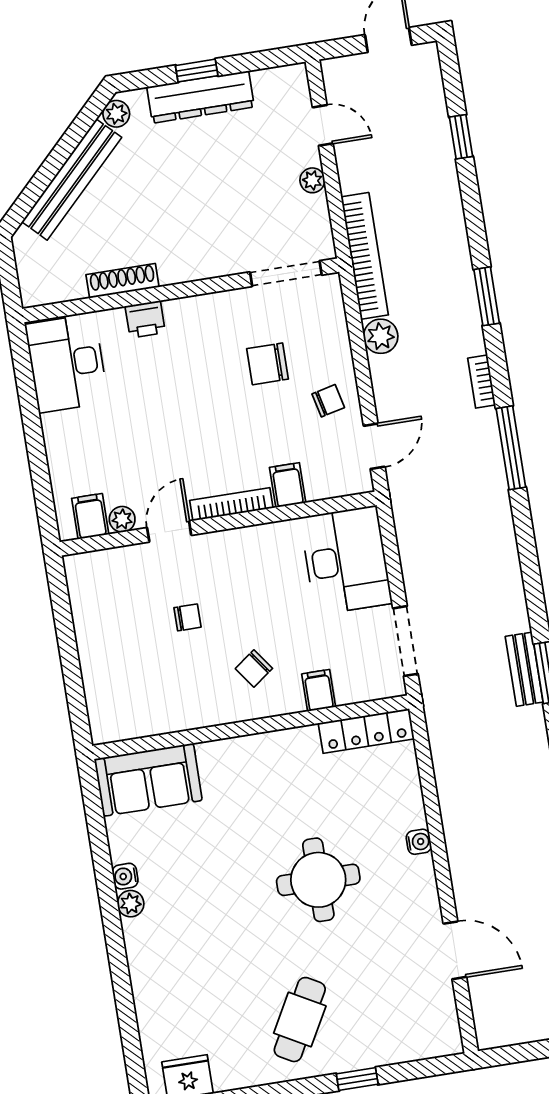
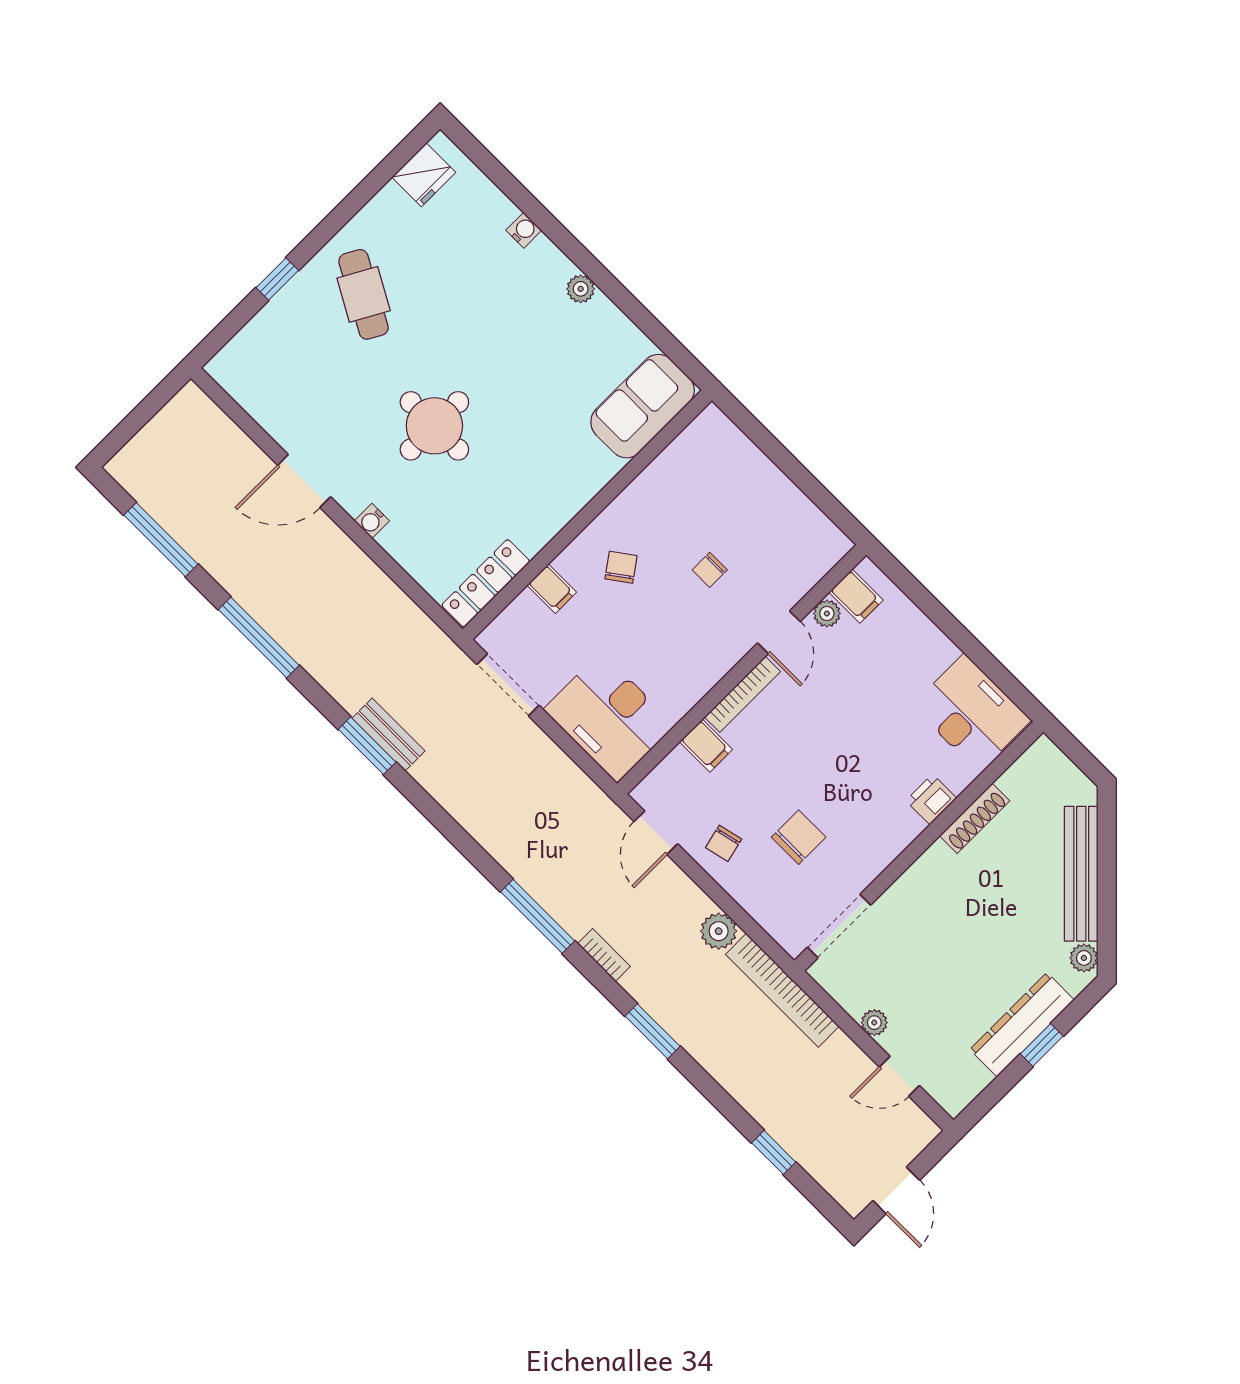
water cooler: (125, 876) -> (524, 230), moved
door: (455, 950) -> (304, 481), moved

